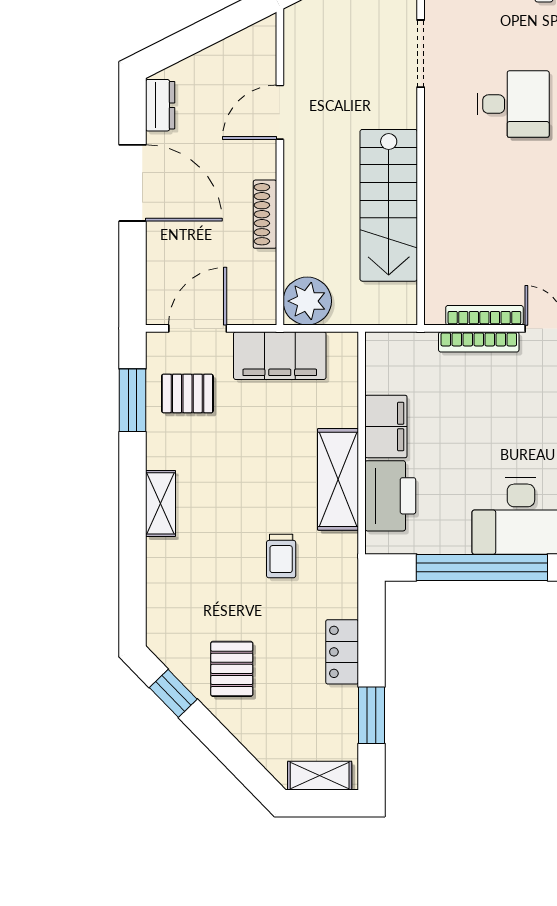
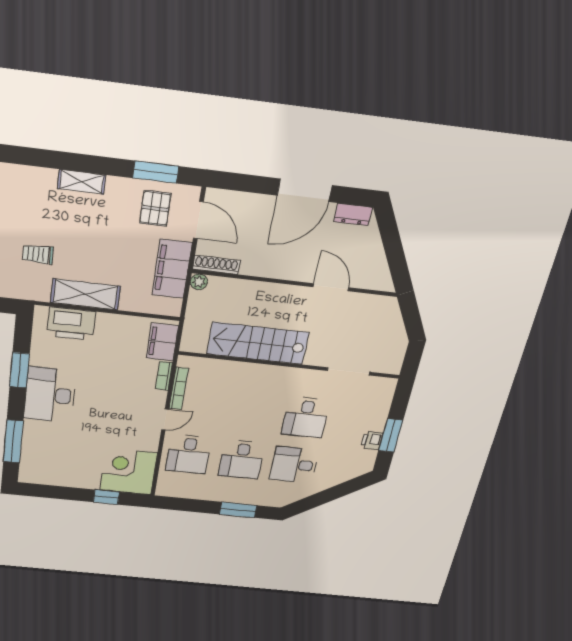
shoe rack: (265, 214) -> (216, 265), moved
plant: (307, 301) -> (199, 282), width x0.53, depth x0.53
bookcase: (479, 342) -> (164, 376), width x0.64
filing cabinet: (386, 426) -> (162, 342), moved, turned 90
window: (482, 567) -> (20, 370), width x0.47

